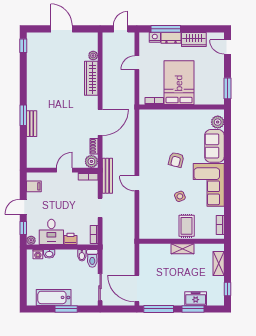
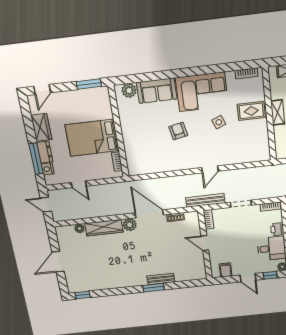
armchair: (176, 160) -> (178, 131), turned -116
plant: (91, 161) -> (130, 225), moved

